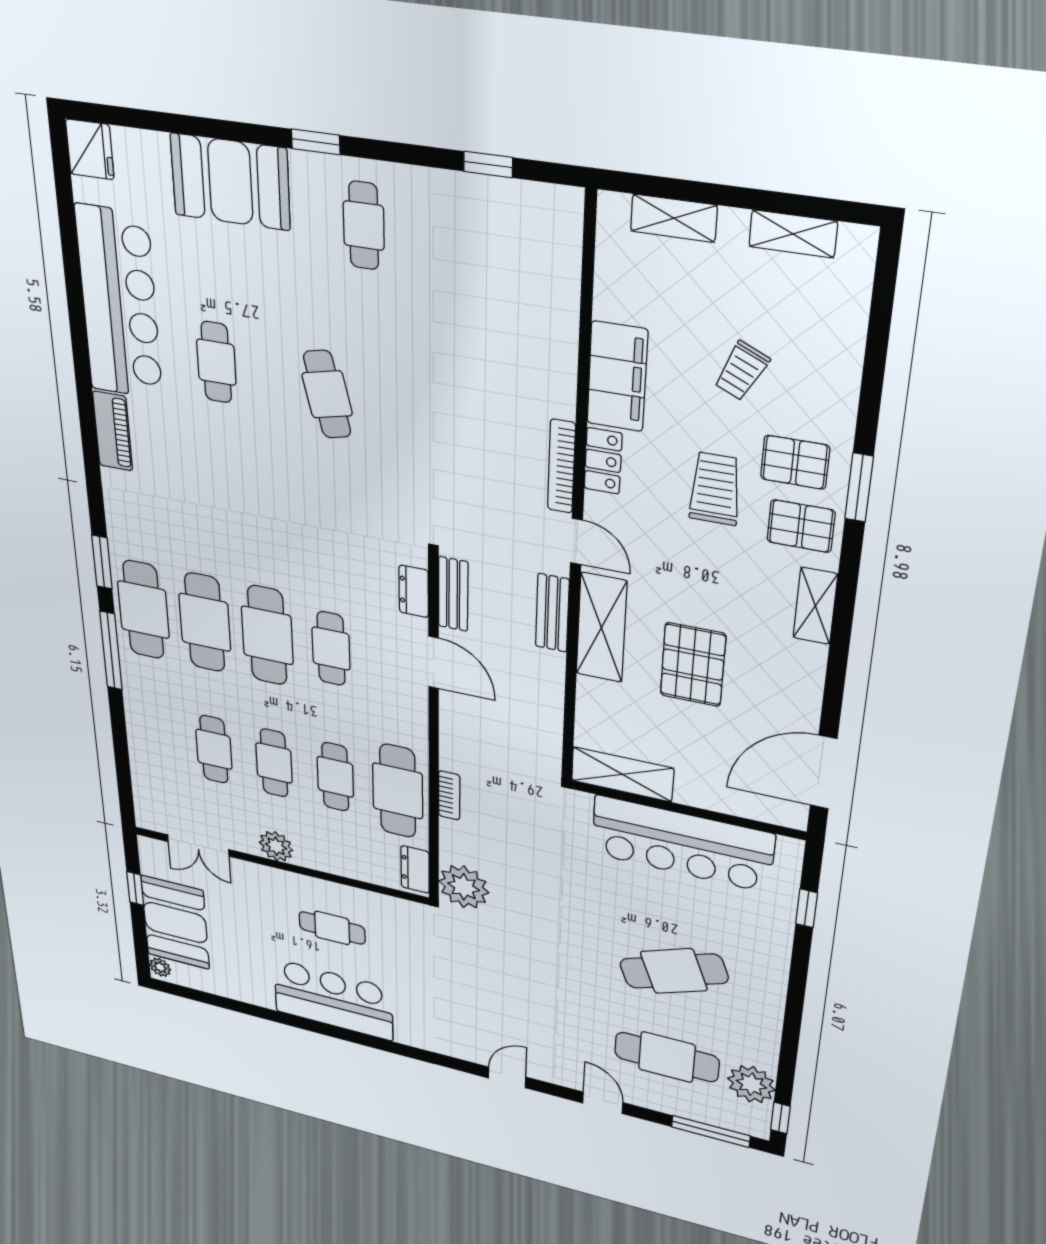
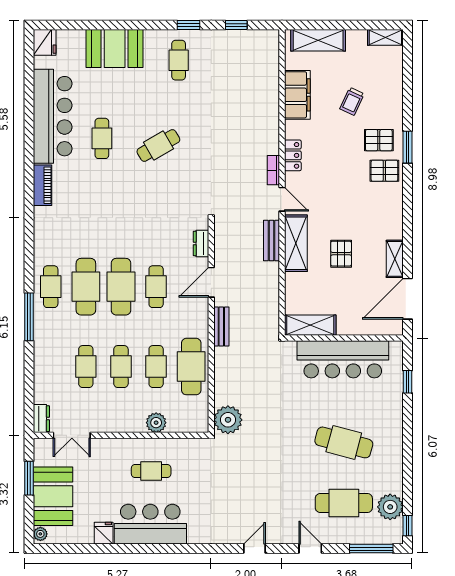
window: (316, 142) -> (188, 25), moved
shelving: (674, 218) -> (318, 40), width x1.50, depth x1.33
shelving: (793, 234) -> (385, 37), moved
filing cabinet: (617, 377) -> (297, 95), moved
cafe table: (327, 394) -> (158, 145), turned 73
bookcase: (561, 466) -> (273, 170), width x0.64
trolley: (715, 489) -> (345, 160), removed
window: (102, 562) -> (29, 263), removed
bench: (453, 594) -> (221, 326), moved
shelving: (815, 606) -> (395, 259), moved
cafe table: (143, 610) -> (51, 287), width x0.73, depth x0.74
door: (434, 662) -> (211, 282), swing flipped
pallet: (693, 665) -> (341, 254), width x0.67, depth x0.71
bookcase: (449, 795) -> (220, 362), removed
plant: (276, 846) -> (156, 423), moved
dresser: (415, 869) -> (41, 419), moved, turned 180
window: (135, 888) -> (29, 478), width x1.50
cafe table: (674, 971) -> (344, 442), turned 36
fridge: (259, 992) -> (104, 533), added

